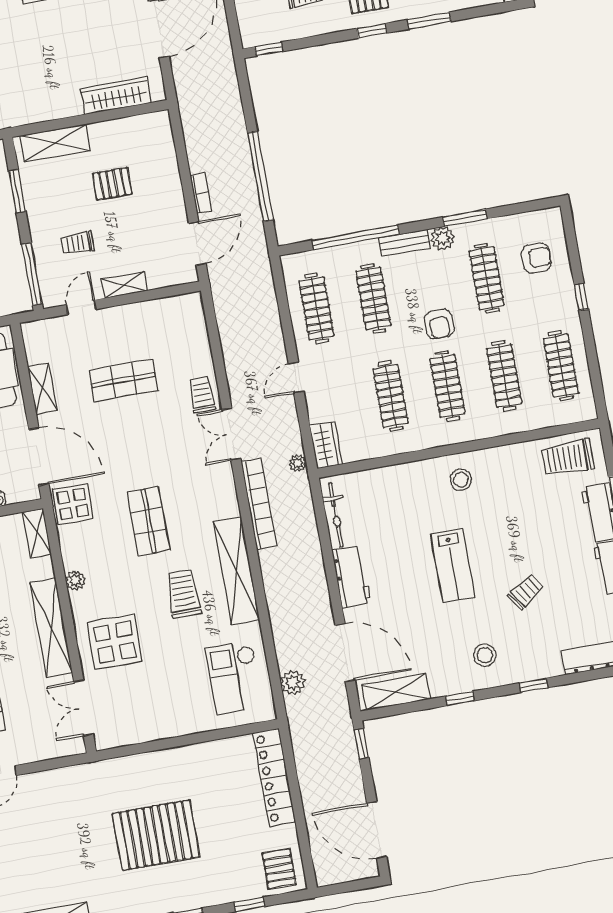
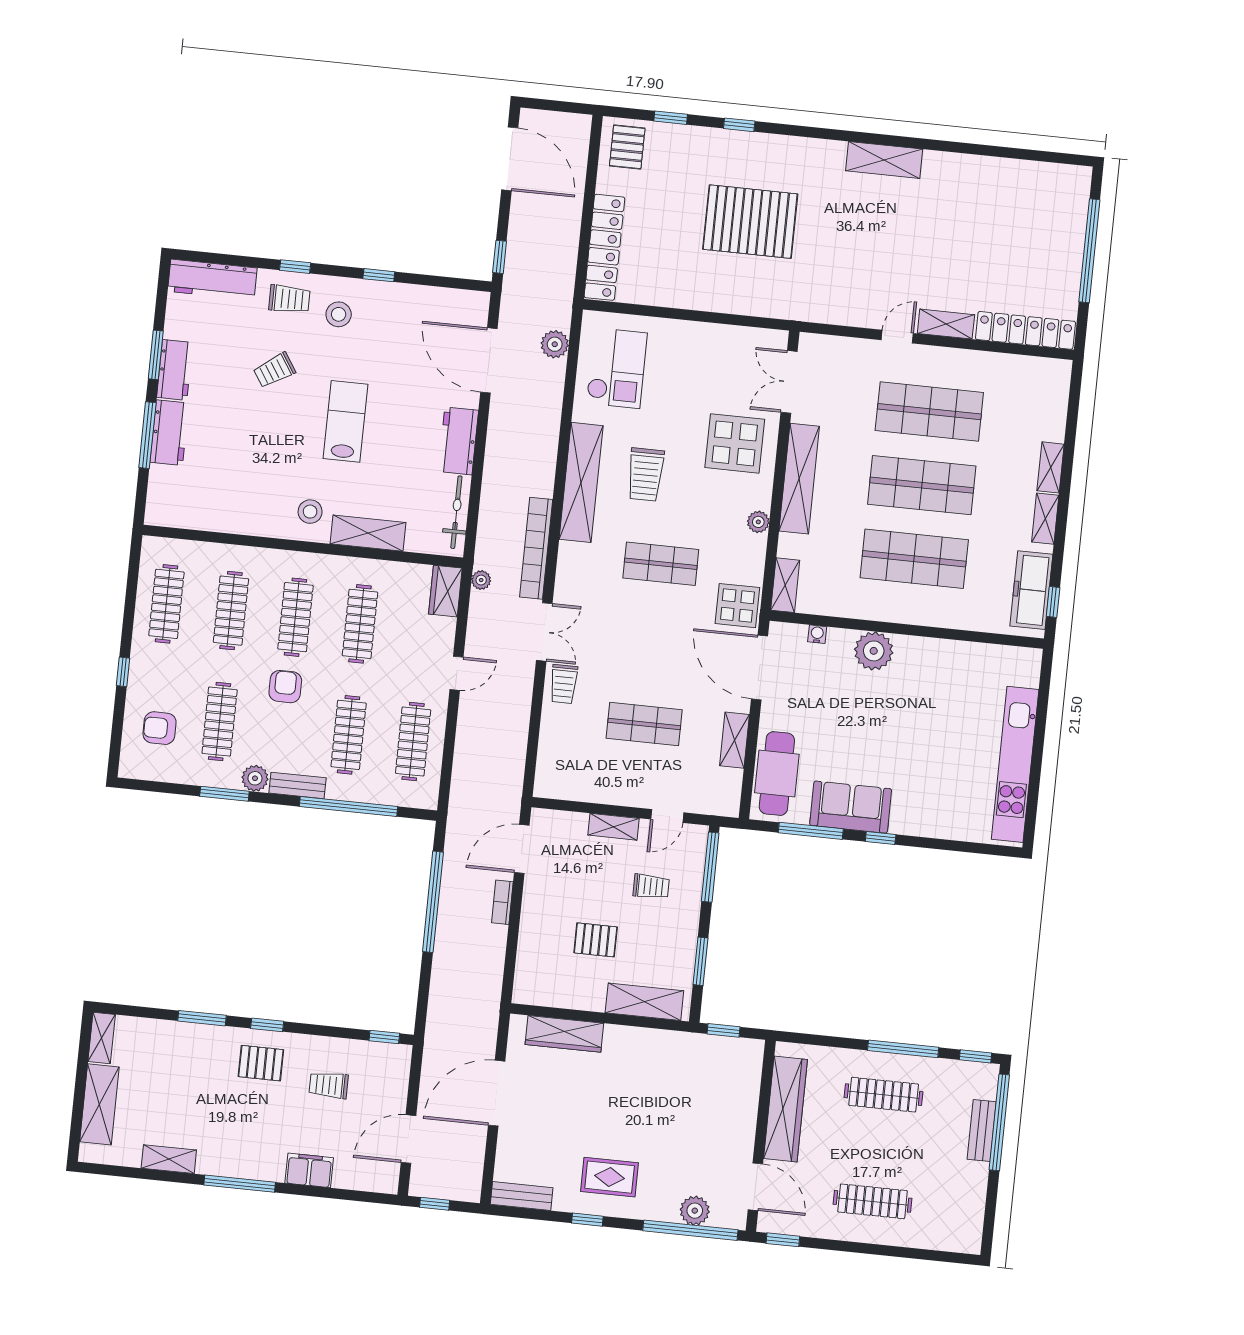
trolley: (568, 458) -> (289, 299), moved, width x0.73, depth x0.72
shop shelf: (148, 521) -> (661, 564), turned 90
shelving: (396, 692) -> (368, 533), moved
double door: (83, 708) -> (789, 382), swing flipped

